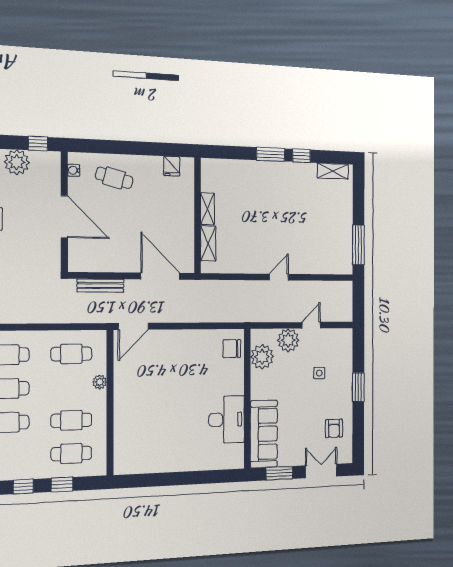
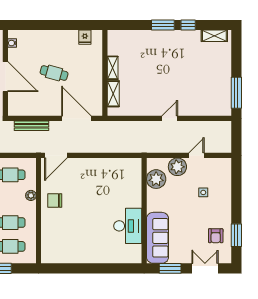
cafe table: (114, 178) -> (54, 73), moved
chair: (232, 349) -> (55, 201), moved
window: (358, 387) -> (236, 235), moved

